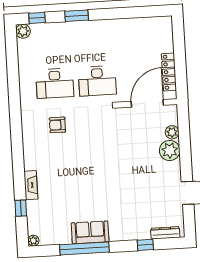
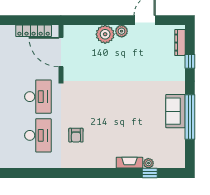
plant: (172, 132) -> (122, 31), moved
plant: (33, 241) -> (148, 163), moved

